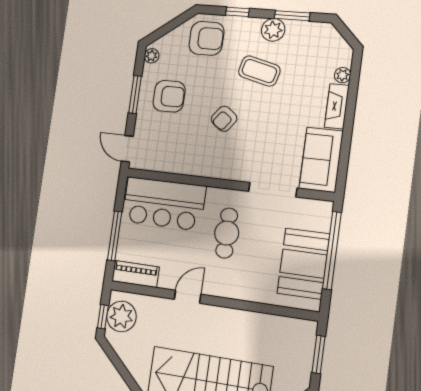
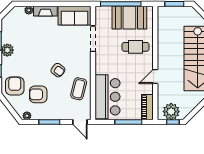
coffee table: (259, 71) -> (79, 89), moved
armchair: (169, 96) -> (38, 94), moved, turned -90
door: (127, 149) -> (80, 122), hinge flipped
cafe table: (227, 233) -> (136, 47), moved
door: (188, 297) -> (155, 77), hinge flipped

